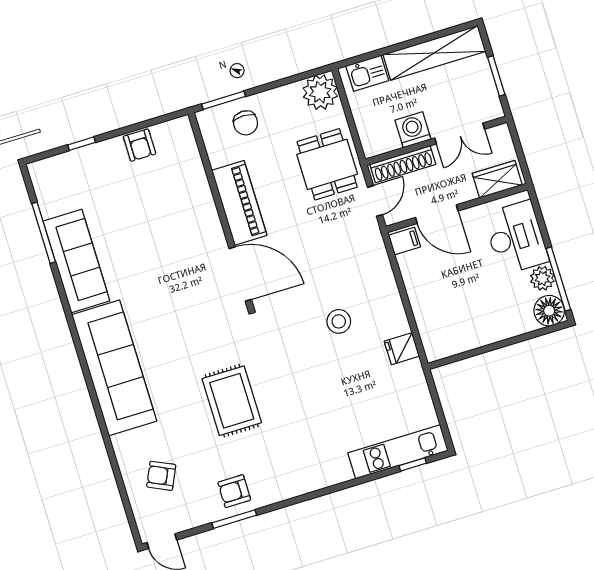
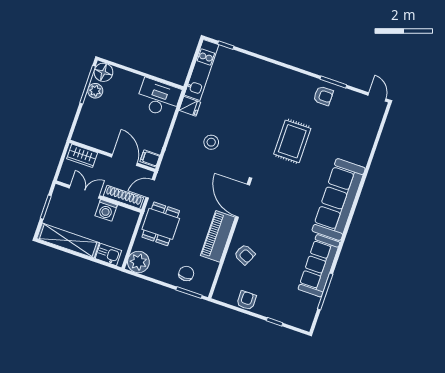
desk: (516, 238) -> (159, 98), moved, turned 90
kitchen unit: (398, 452) -> (202, 70), moved, turned -90
armchair: (161, 476) -> (245, 254), moved

